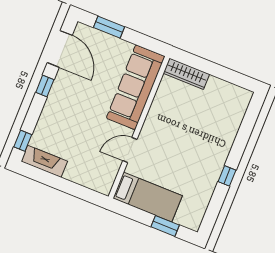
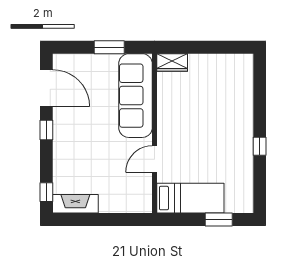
window: (109, 27) -> (109, 47), moved
wardrobe: (186, 74) -> (172, 62), width x0.67

